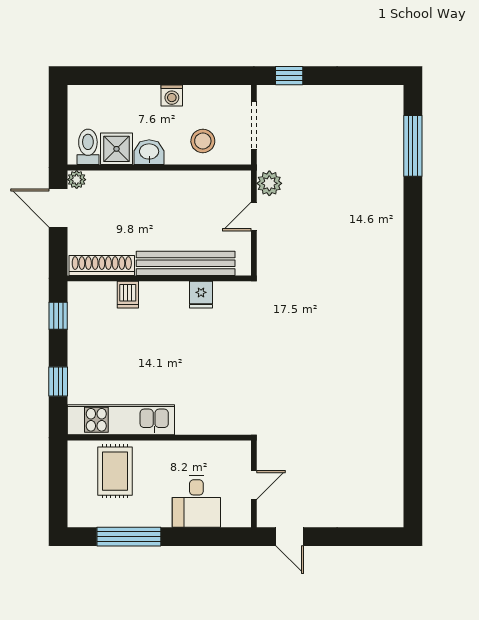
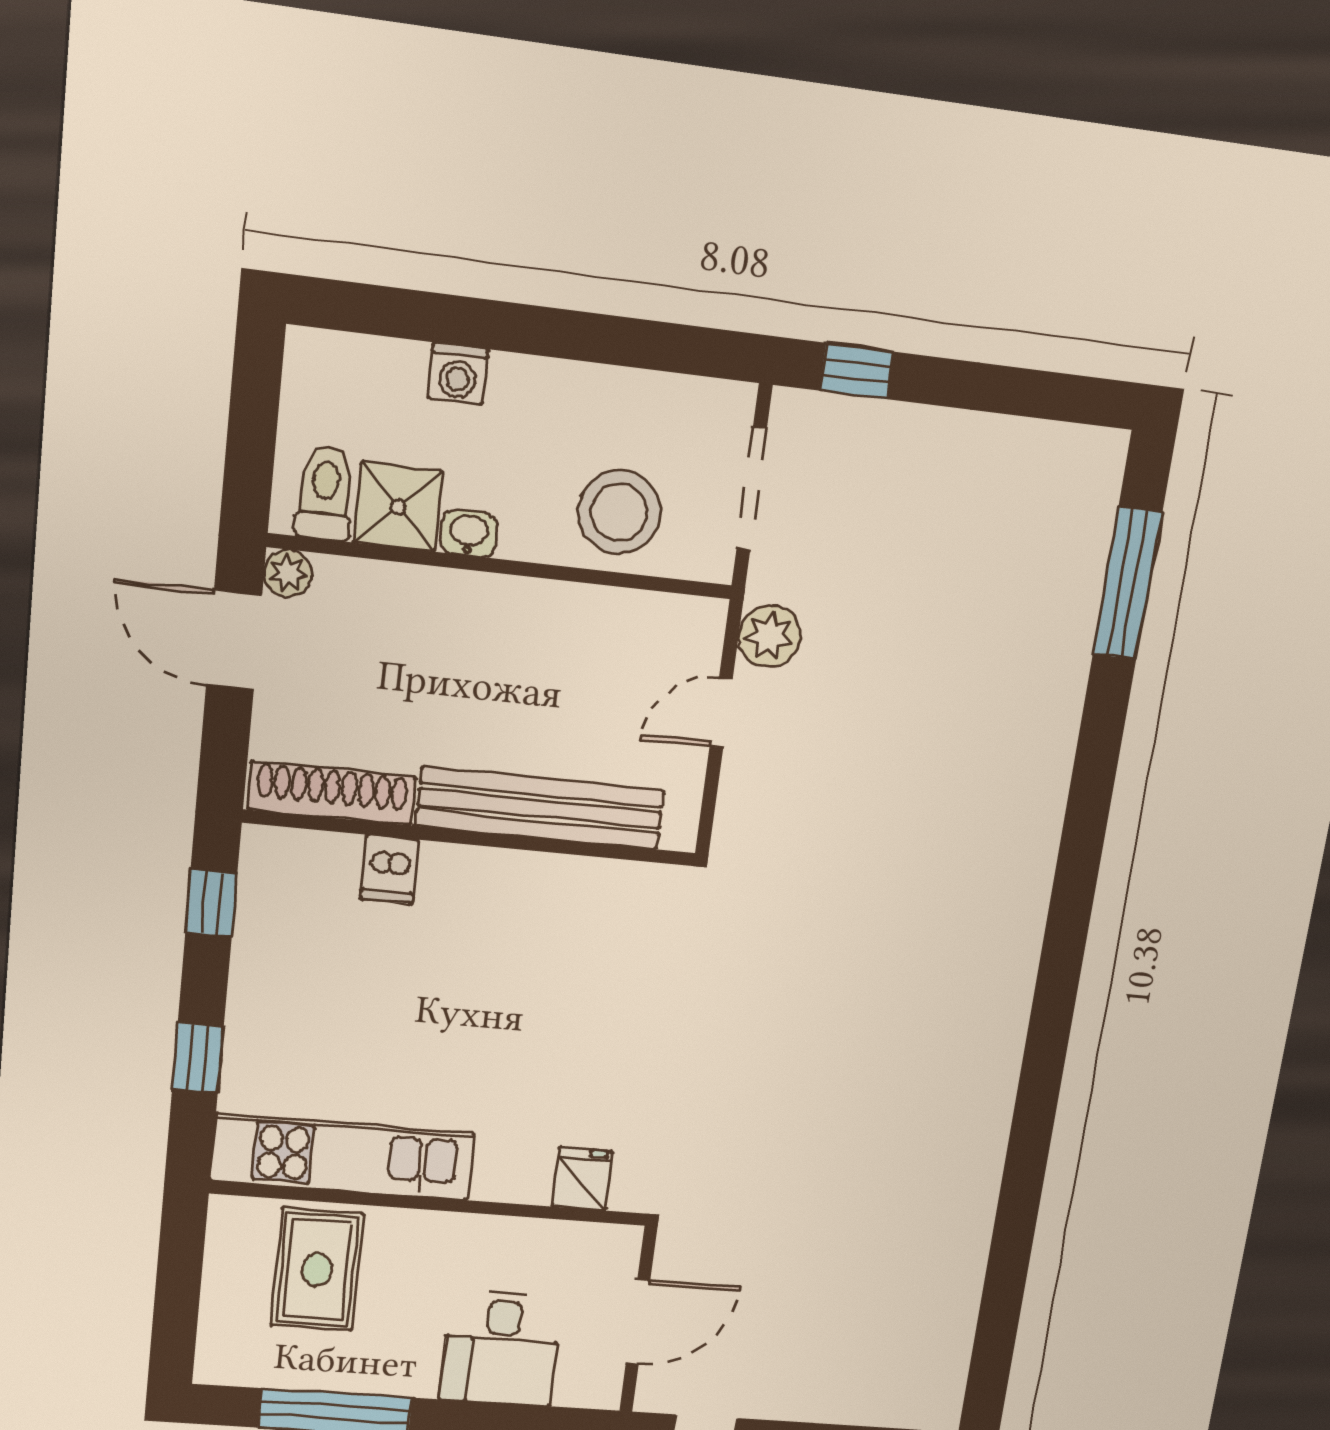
washing machine: (172, 95) -> (458, 374), moved
stool: (203, 141) -> (619, 512), width x1.38, depth x1.38
washbasin: (149, 152) -> (469, 533), width x0.72, depth x0.69
fridge: (201, 295) -> (582, 1179), moved, turned 180
door: (254, 485) -> (638, 1322), width x1.38

